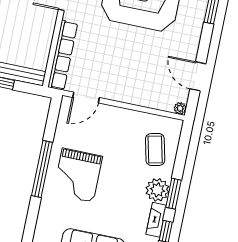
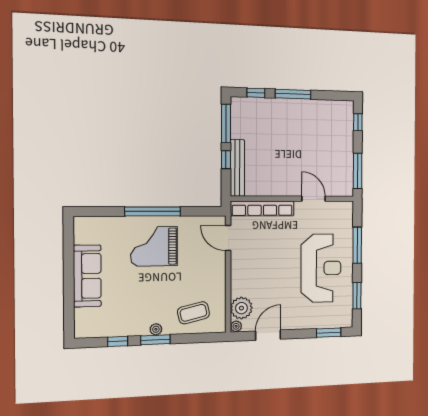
plant: (162, 99) -> (241, 308), added
plant: (157, 190) -> (156, 329), width x0.53, depth x0.53
fireplace: (156, 220) -> (127, 330), removed

